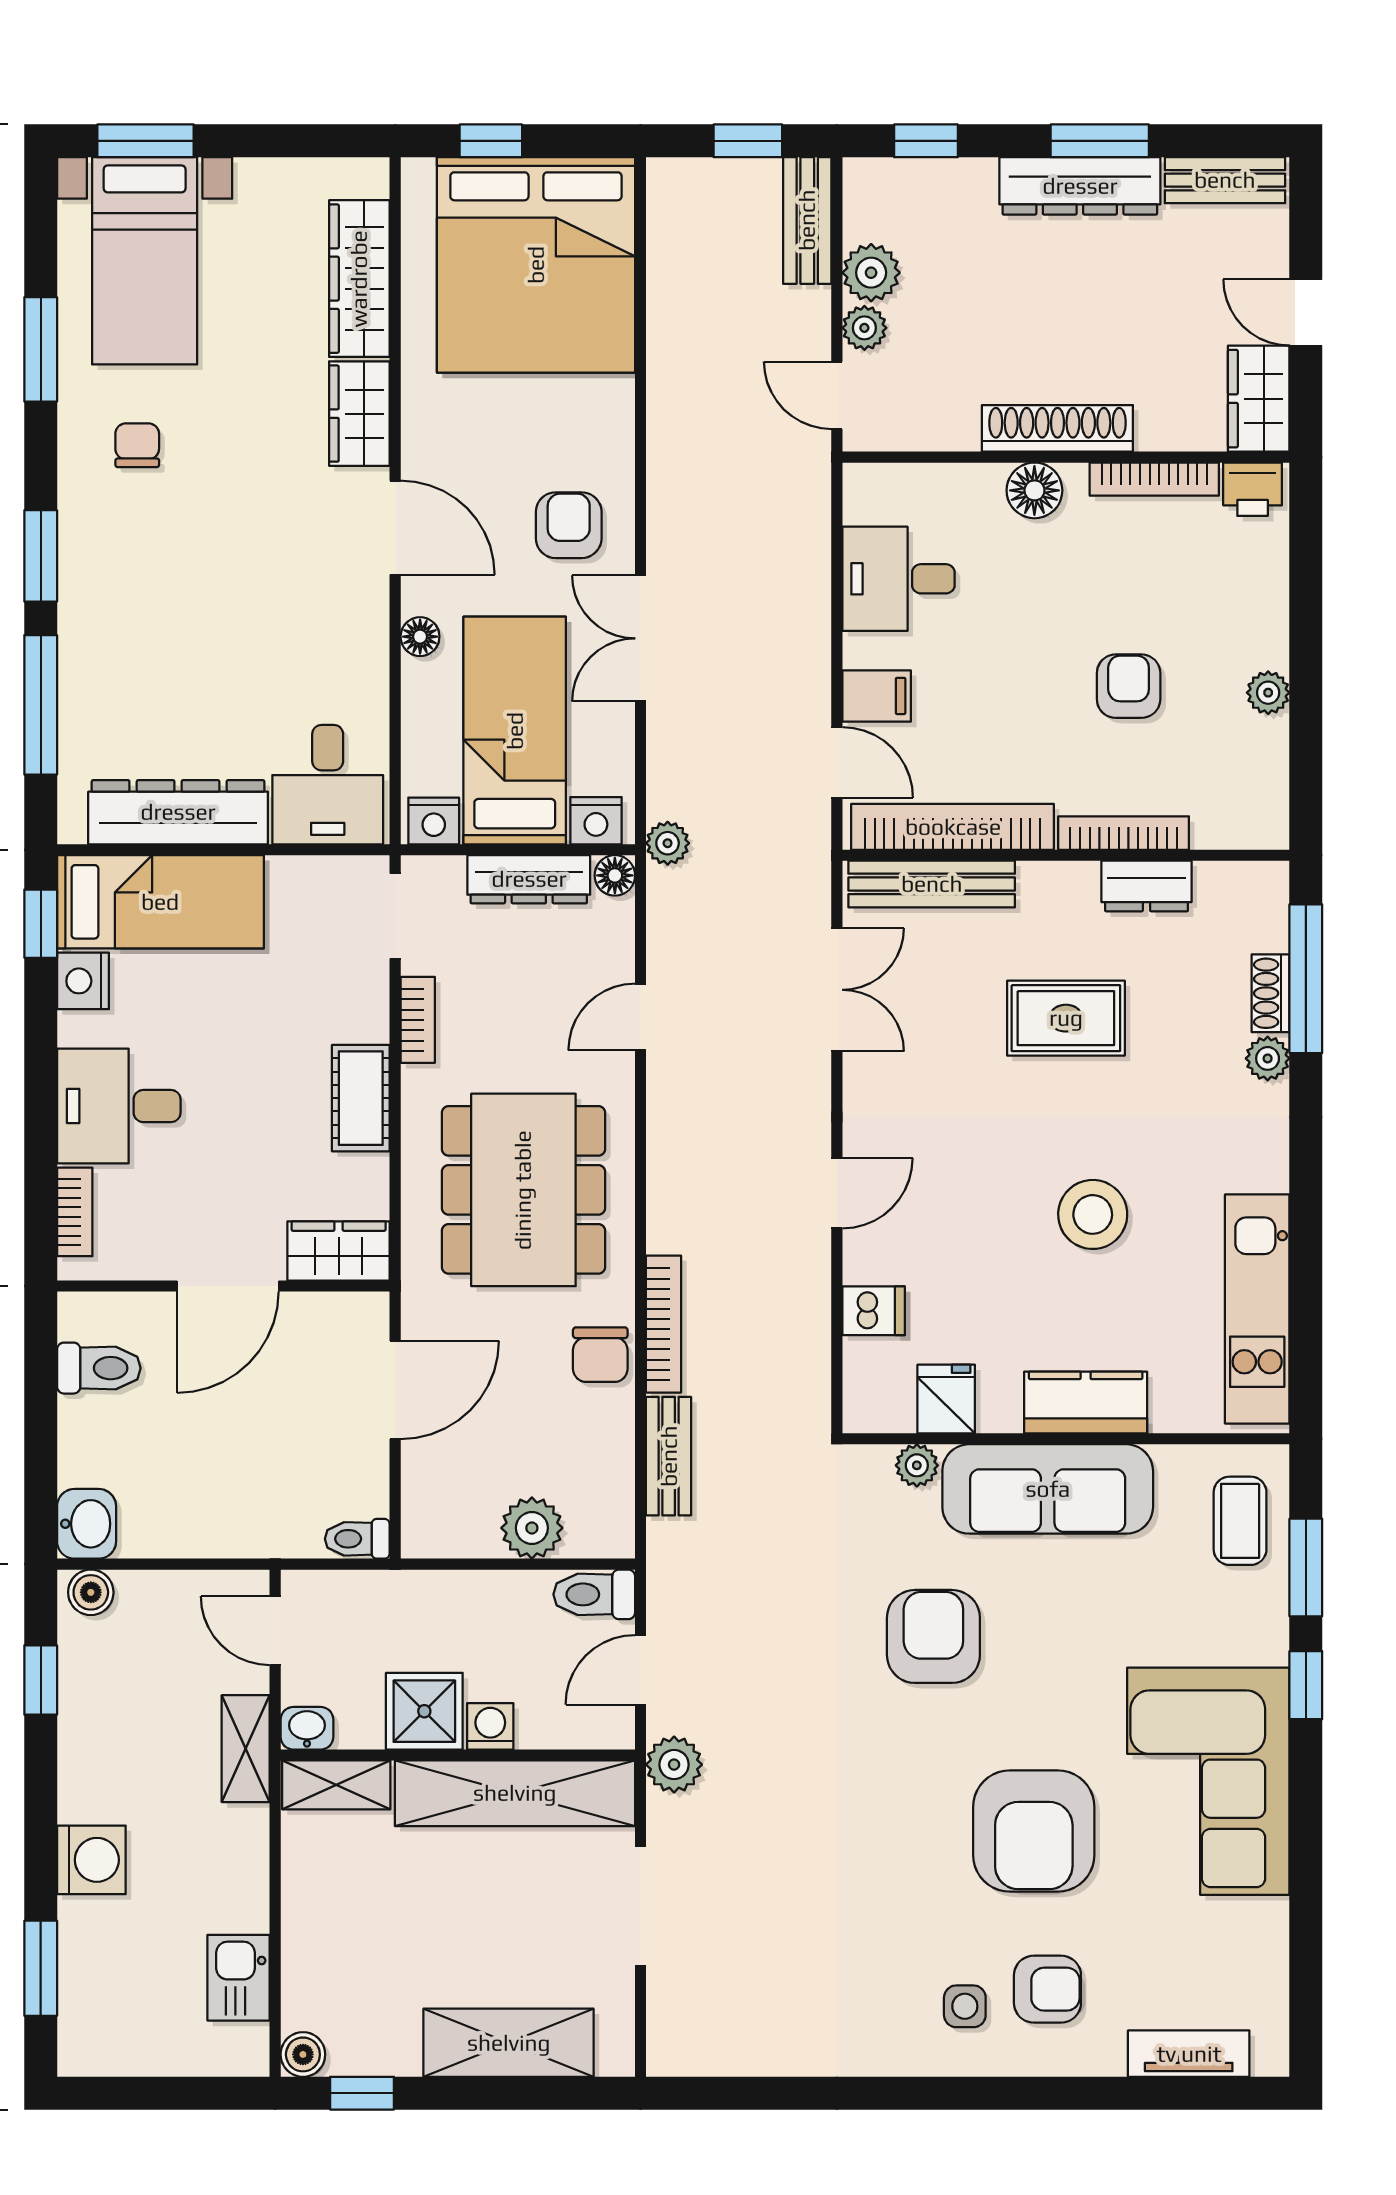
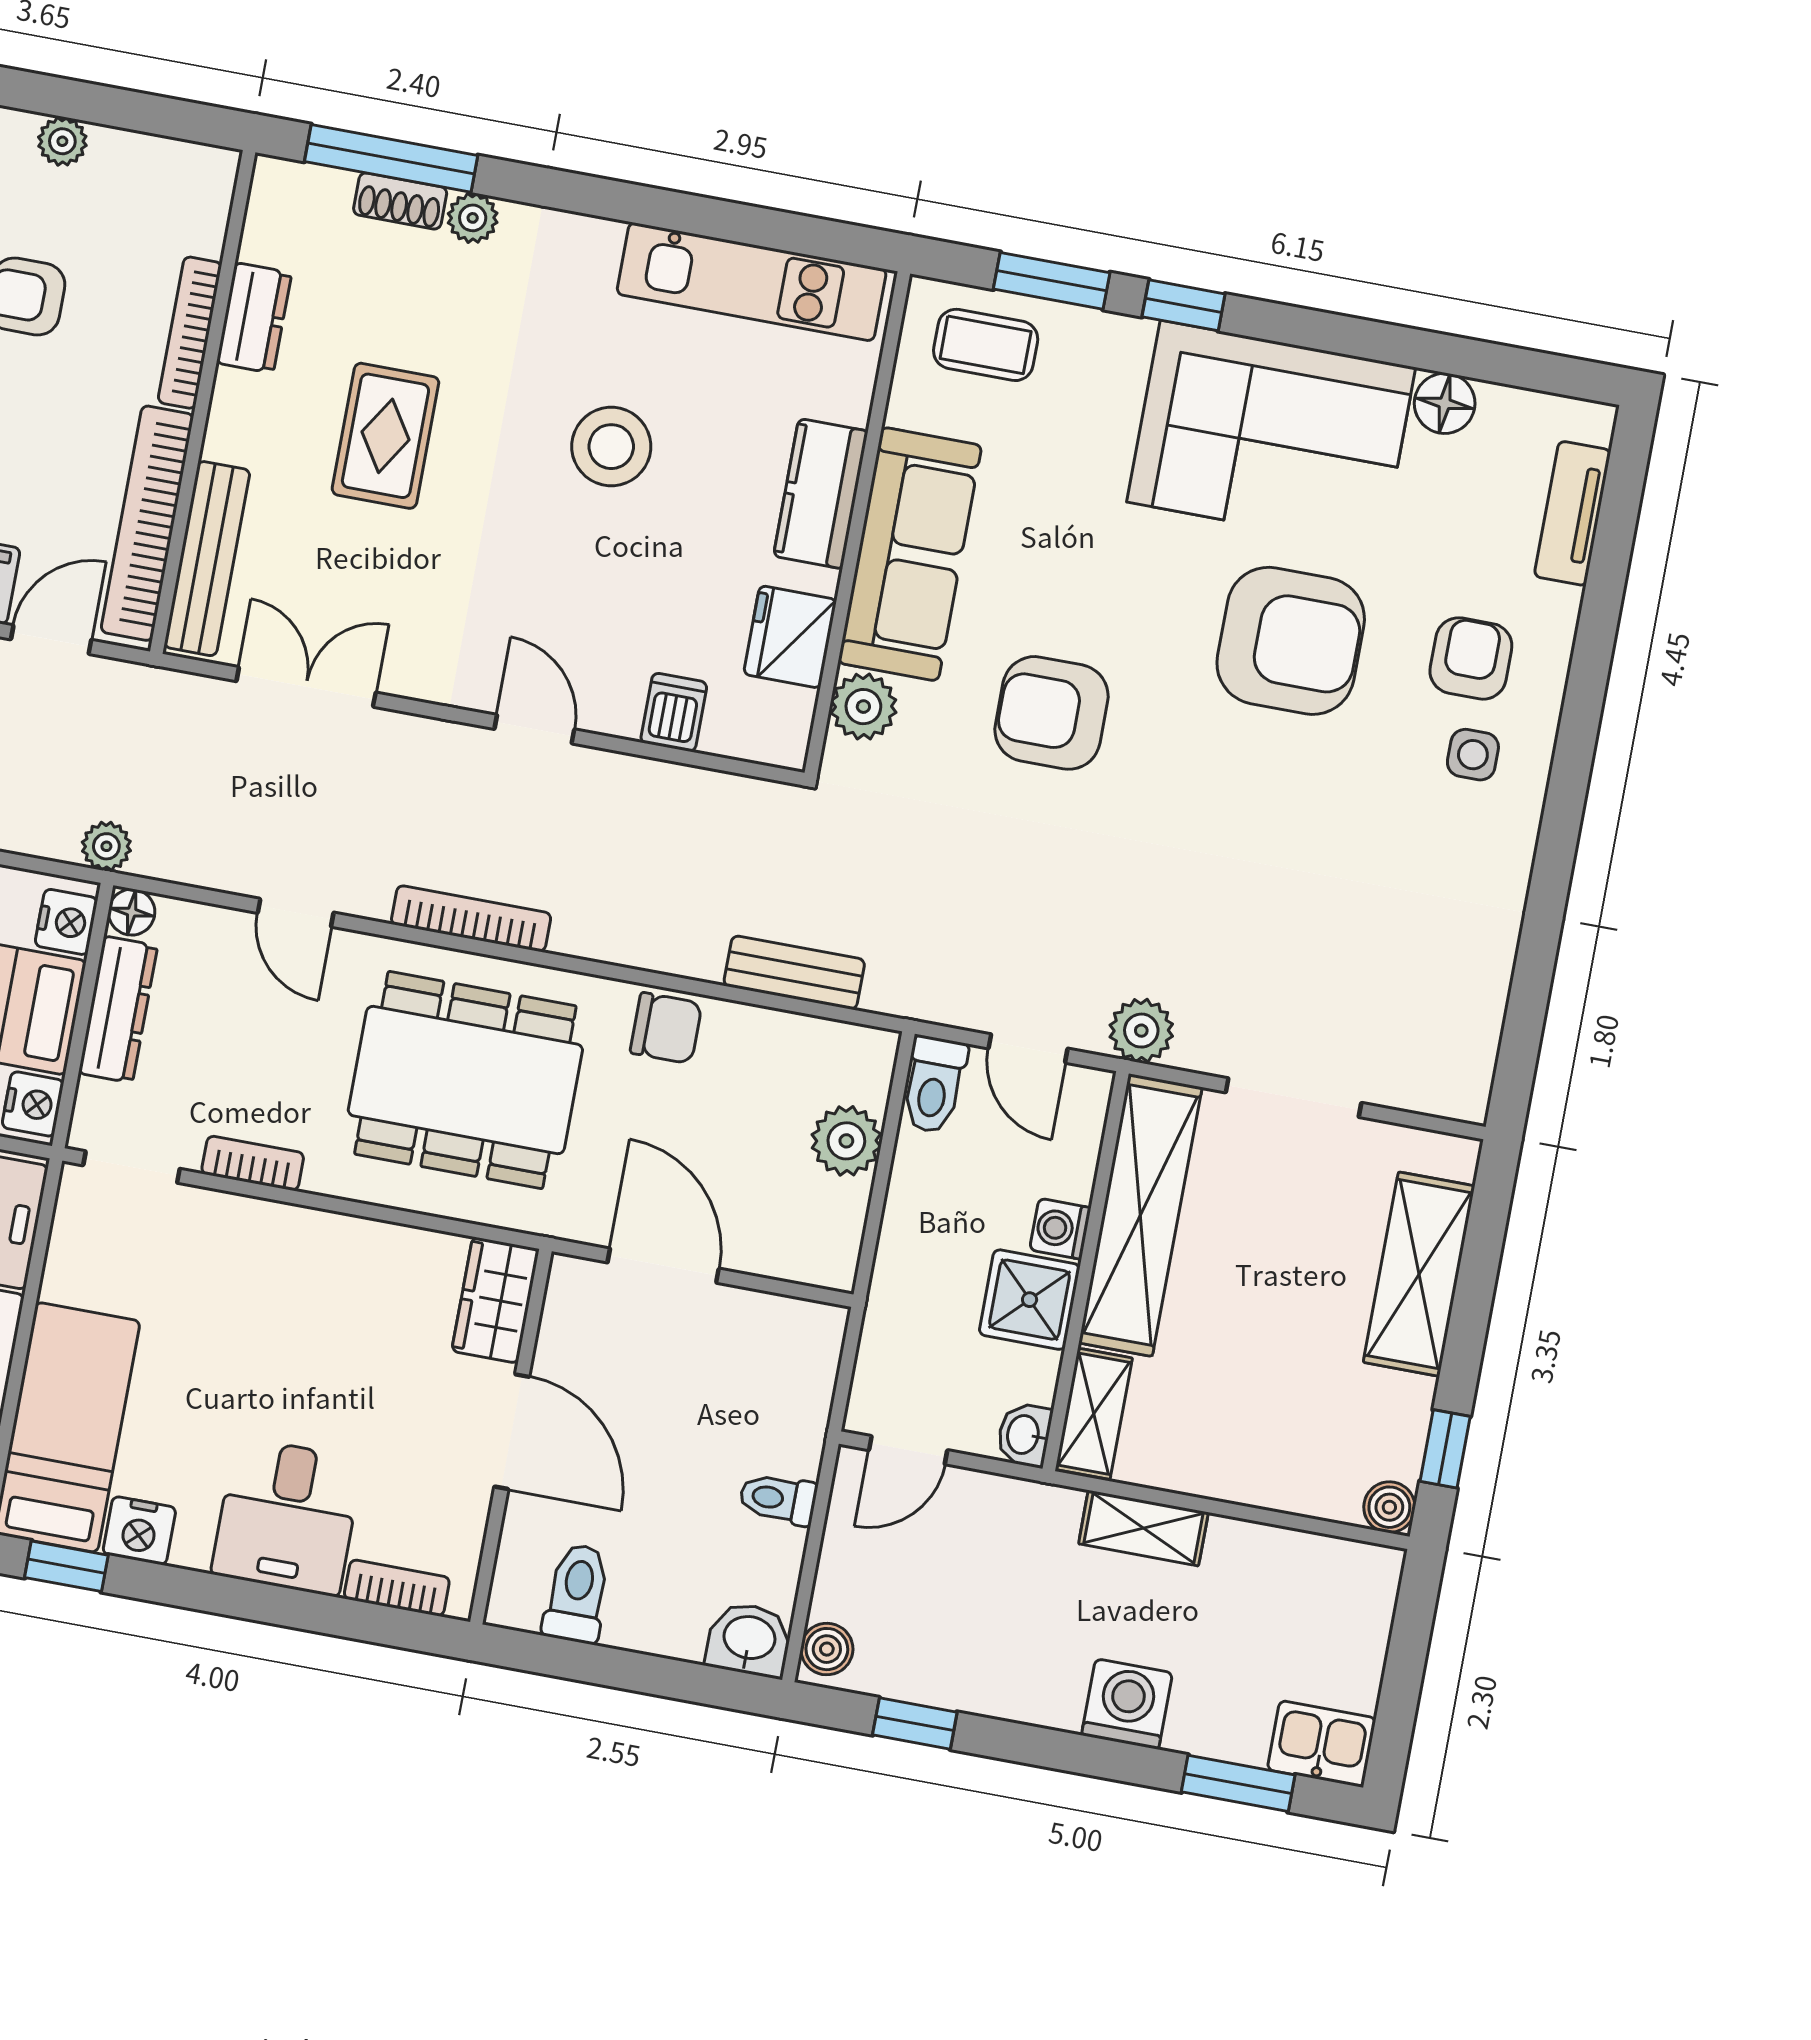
cot: (361, 1098) -> (329, 1243), removed
bookcase: (664, 1324) -> (471, 919), moved
fridge: (946, 1399) -> (790, 637), width x1.38
plant: (917, 1465) -> (863, 707), width x1.38, depth x1.38
toilet: (357, 1539) -> (778, 1499), moved, turned 90
shelving: (246, 1749) -> (1143, 1528), moved
floor lamp: (1263, 1926) -> (1445, 403), added
kitchen sink: (239, 1978) -> (1322, 1744), moved, turned 180

